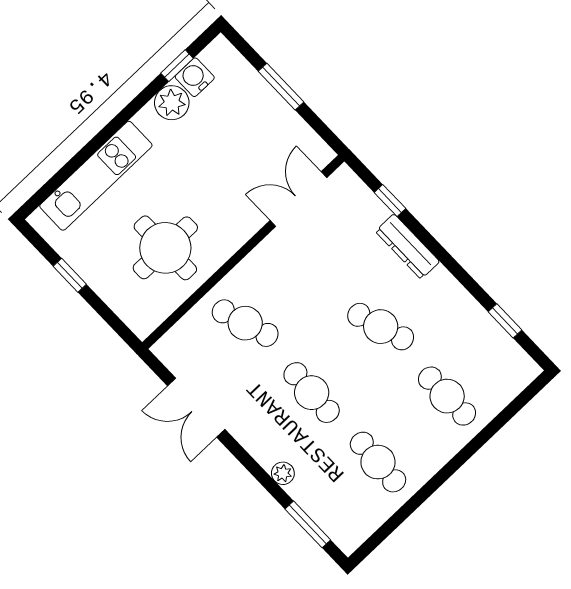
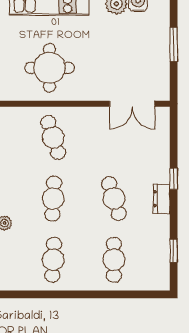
double door: (298, 199) -> (132, 104), swing flipped
window: (390, 201) -> (174, 179), moved
dresser: (408, 246) -> (161, 199), moved, width x0.70

